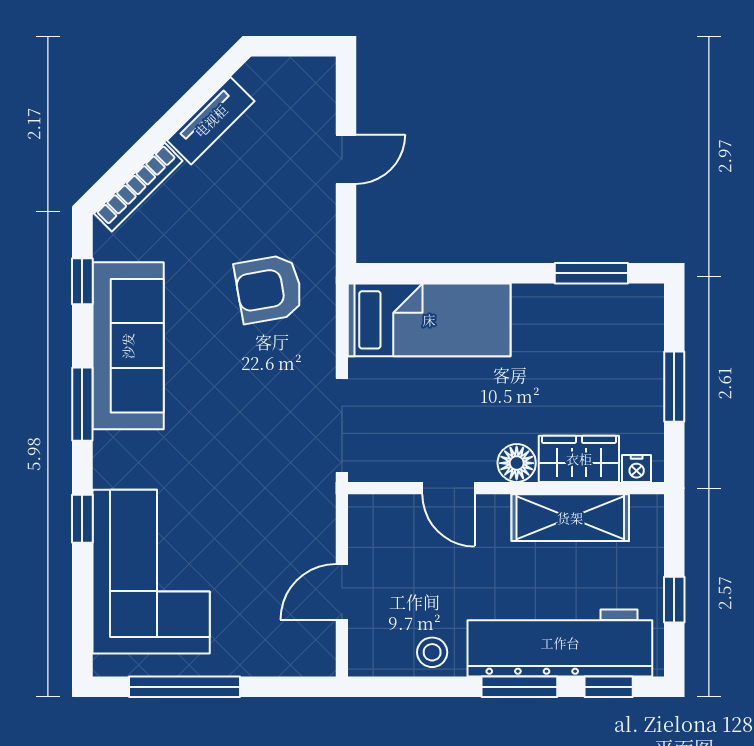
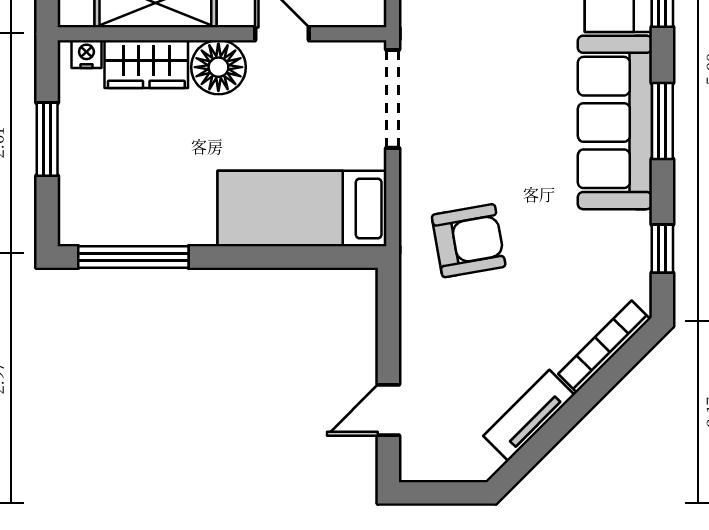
door: (346, 159) -> (388, 410), moved
window: (591, 273) -> (133, 257), width x1.44
sofa: (128, 346) -> (615, 122), moved
floor lamp: (517, 463) -> (218, 67), width x1.38, depth x1.38

